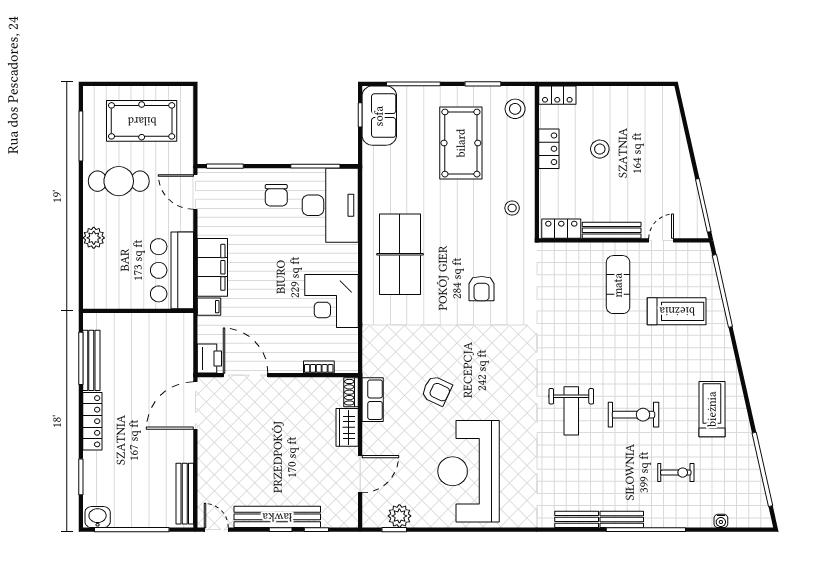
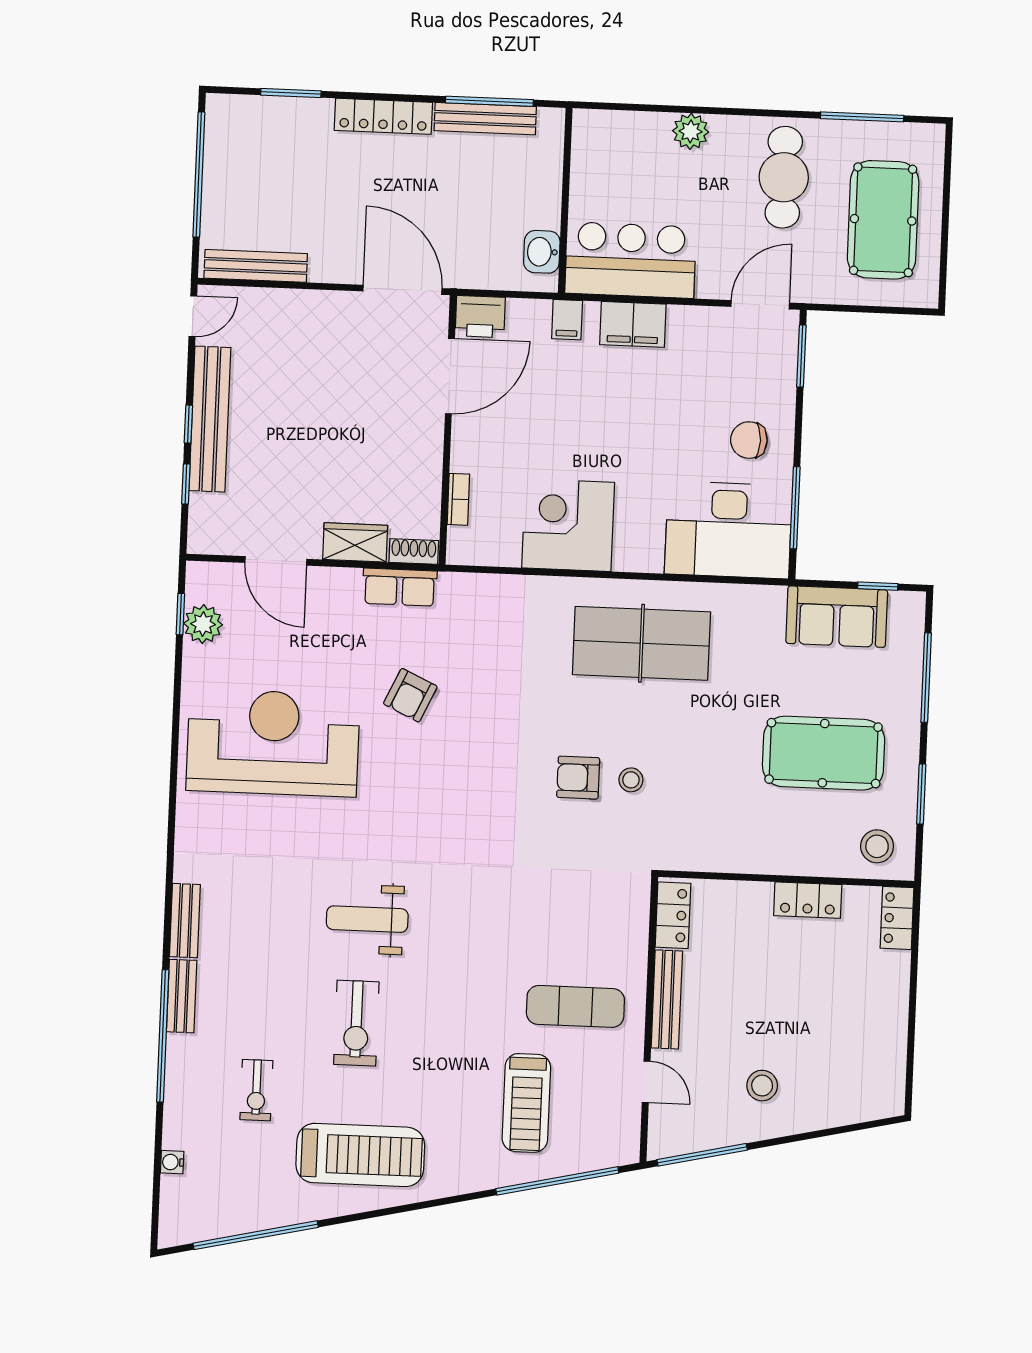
sofa: (379, 116) -> (837, 617), moved
stool: (600, 149) -> (762, 1086), moved
stool: (512, 208) -> (631, 780), moved
filing cabinet: (212, 267) -> (633, 324), width x0.67, depth x0.86
treadmill: (712, 409) -> (360, 1155), width x1.37, depth x1.37
washbasin: (98, 517) -> (542, 252), moved, turned 180

